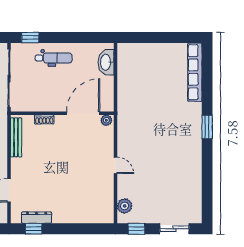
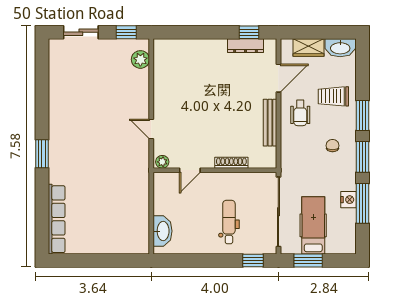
dental chair: (54, 58) -> (229, 222), moved, turned 90
door: (83, 113) -> (190, 170), width x0.53
shoe rack: (44, 119) -> (231, 163), width x1.43
bench: (16, 137) -> (270, 123), moved
door: (115, 165) -> (151, 129), moved

